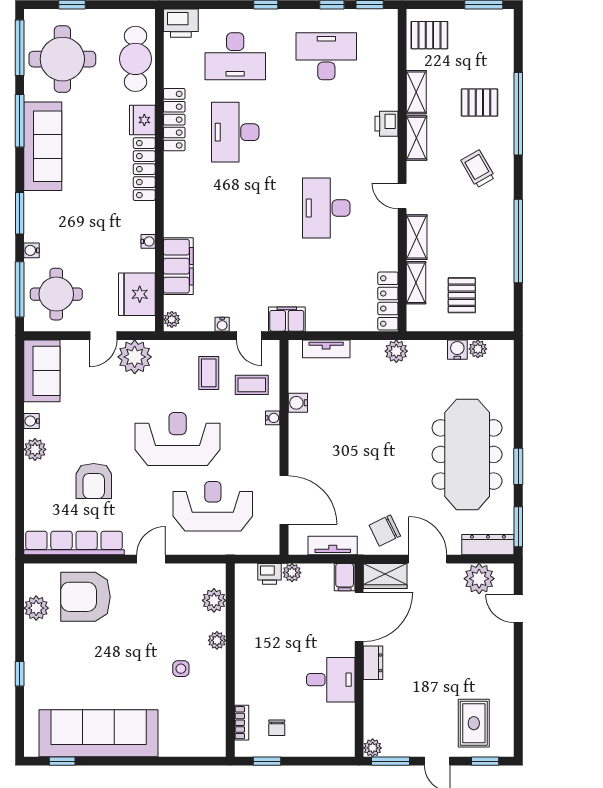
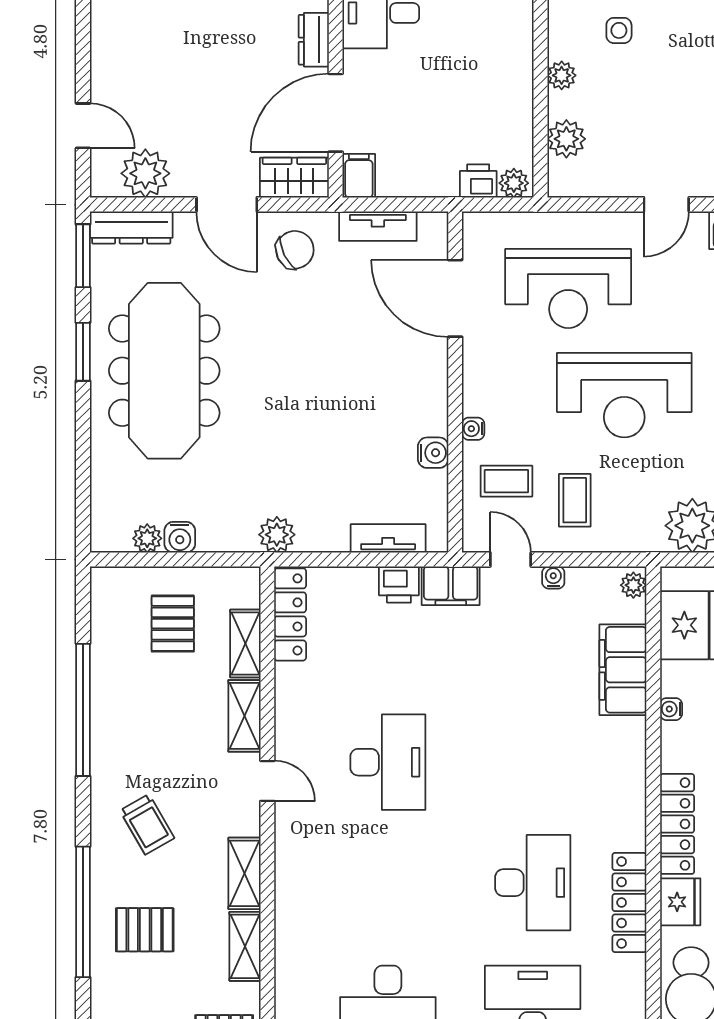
printer: (386, 124) -> (399, 584), moved, turned 90
plant: (292, 573) -> (514, 183), moved

